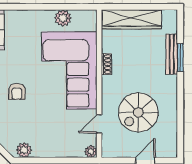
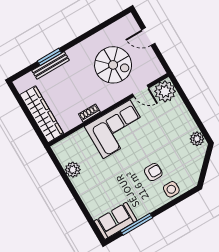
corner sofa: (69, 70) -> (117, 129), width x0.73, depth x0.74
plant: (91, 152) -> (165, 91), width x1.88, depth x1.88

